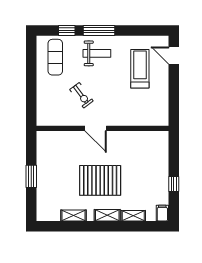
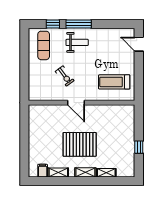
treadmill: (140, 69) -> (114, 82), moved, turned -90
window: (31, 176) -> (24, 141), removed
filing cabinet: (162, 213) -> (43, 171), moved

